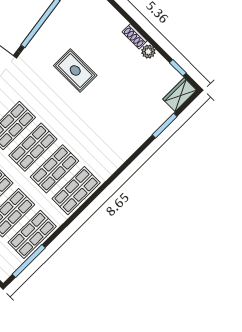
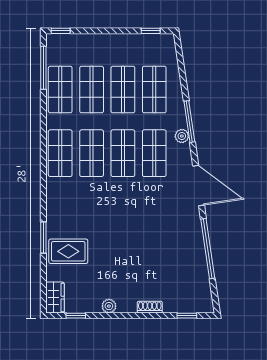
shoe rack: (135, 36) -> (150, 307), moved
rug: (75, 70) -> (68, 251), moved
window: (165, 126) -> (43, 238), moved

